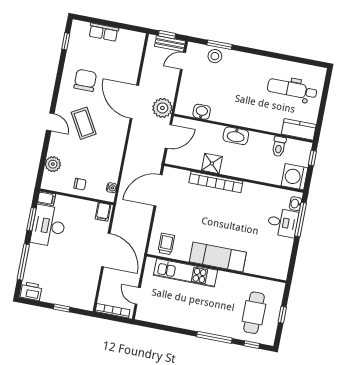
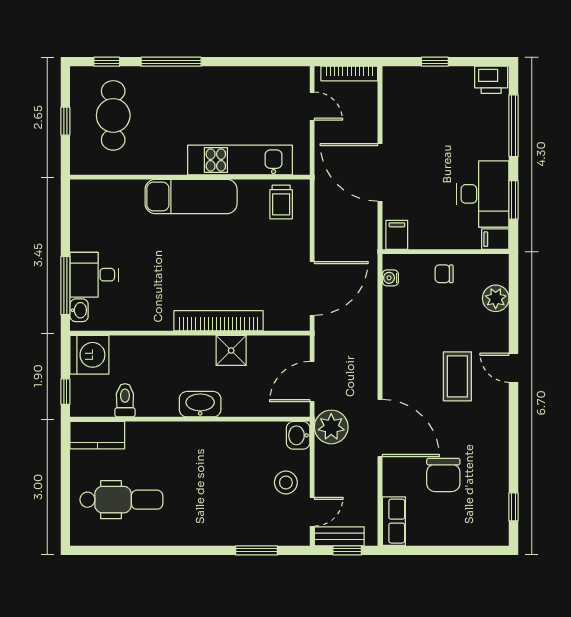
row of seats: (104, 32) -> (394, 521), moved, turned 90
stool: (215, 56) -> (286, 483), moved
chair: (85, 80) -> (443, 475), moved
washbasin: (202, 112) -> (298, 435), moved, turned 90
coffee table: (84, 123) -> (457, 376), turned 30

